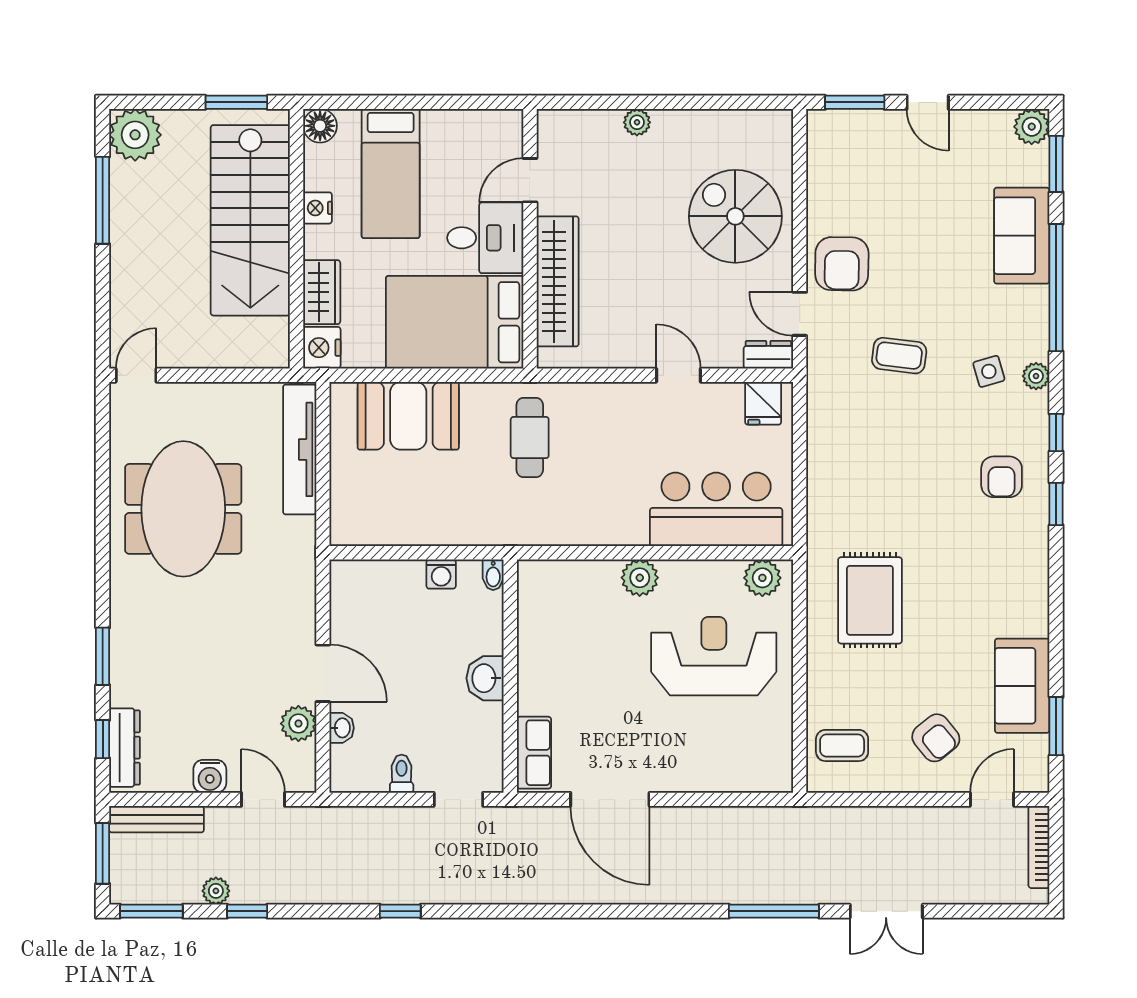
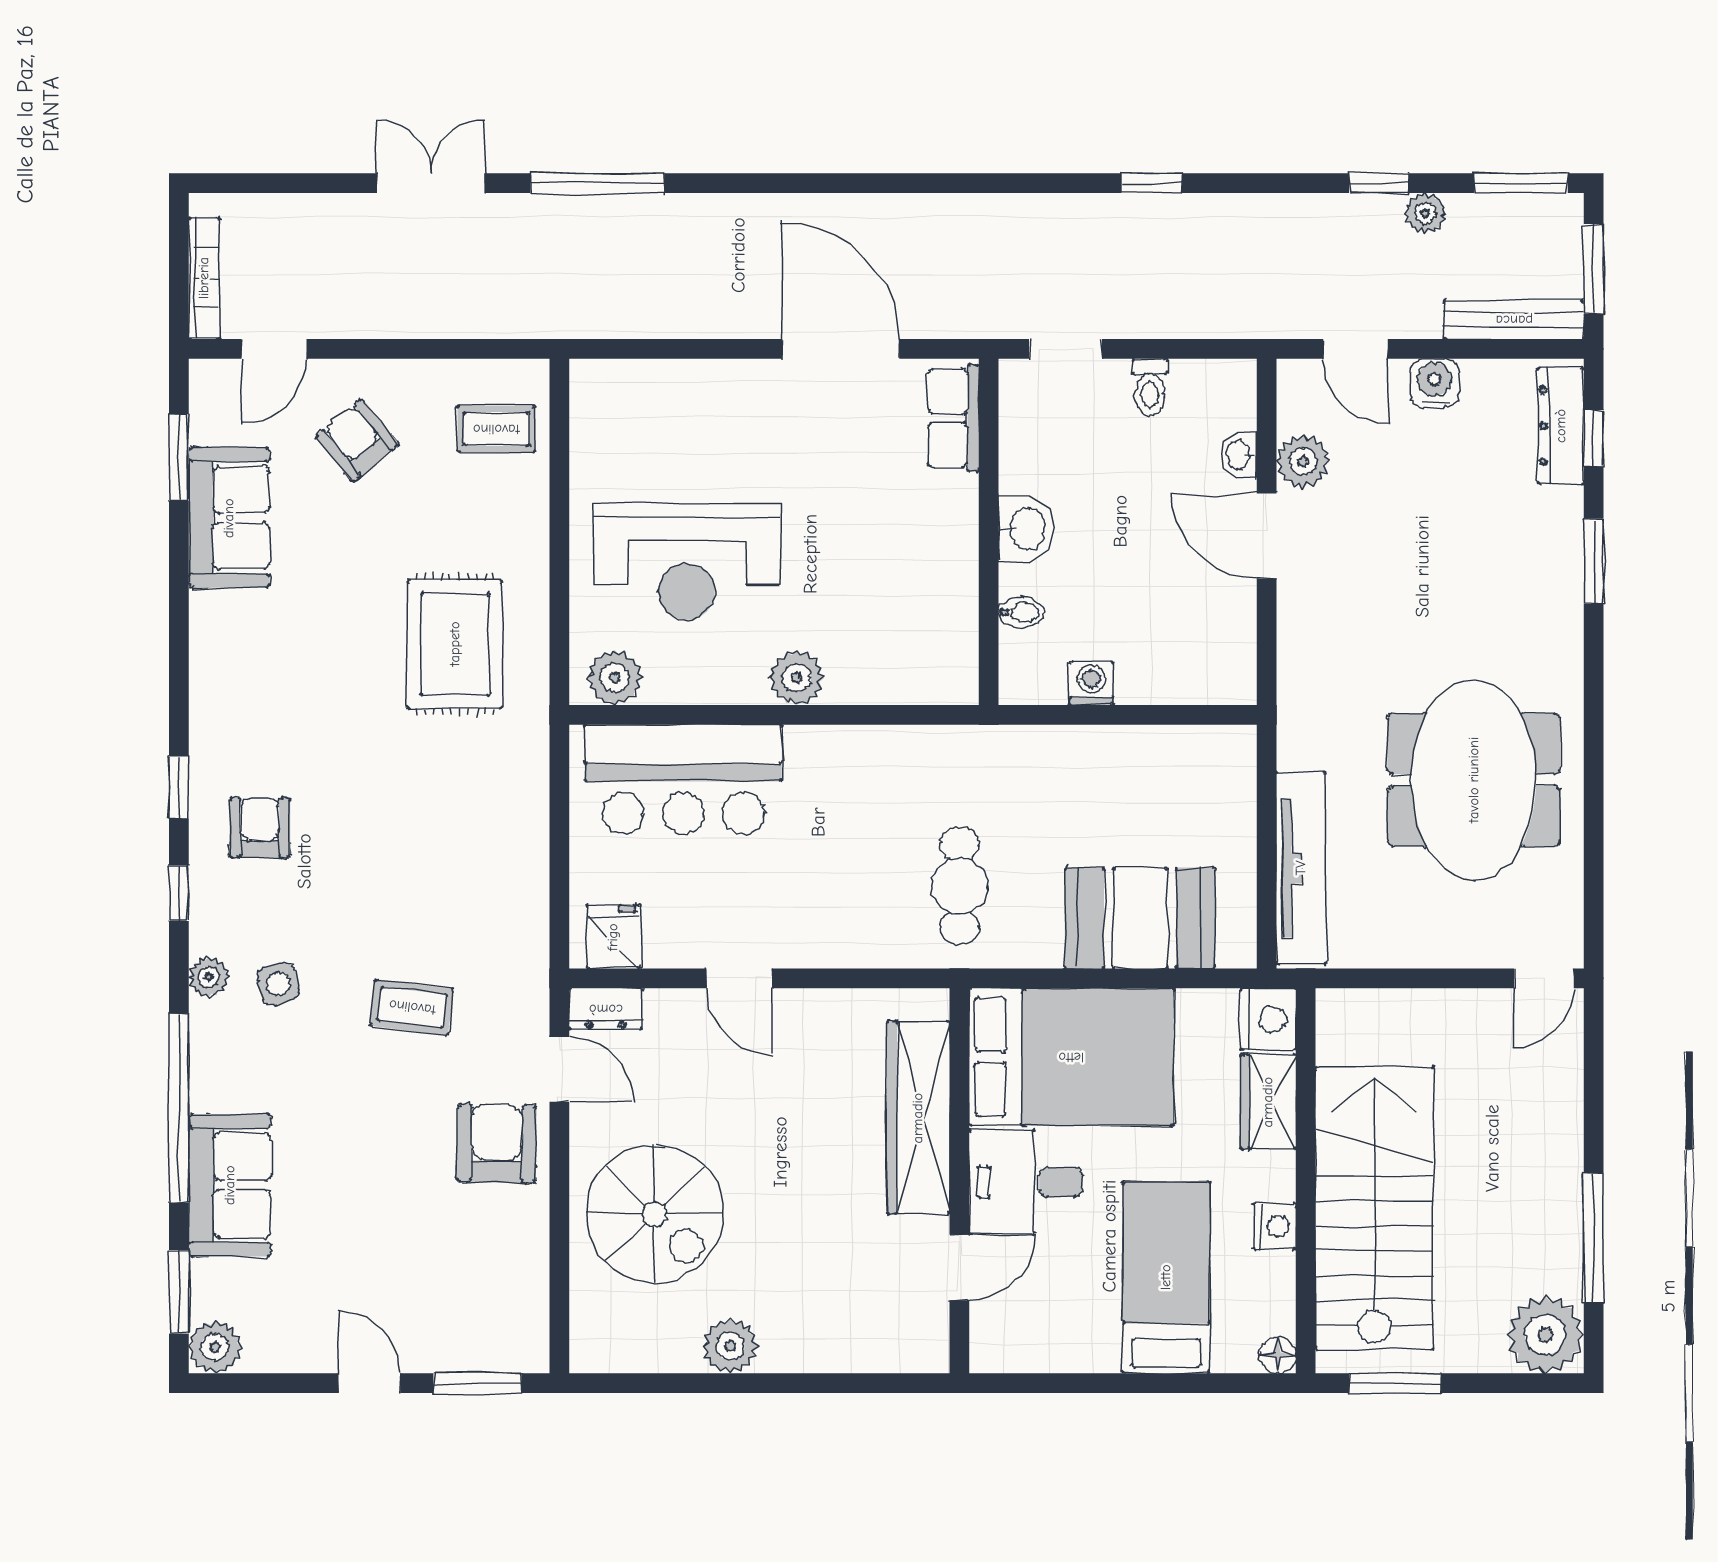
plant: (637, 122) -> (730, 1346), moved, width x1.38, depth x1.38
floor lamp: (320, 126) -> (1278, 1355), width x0.73, depth x0.73
bidet: (493, 575) -> (1021, 612), moved, turned 90

